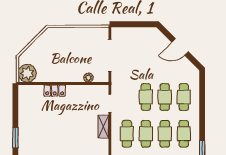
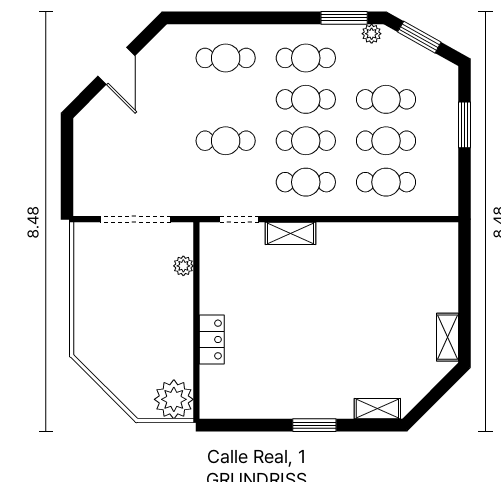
cafe table: (165, 97) -> (226, 99), removed

